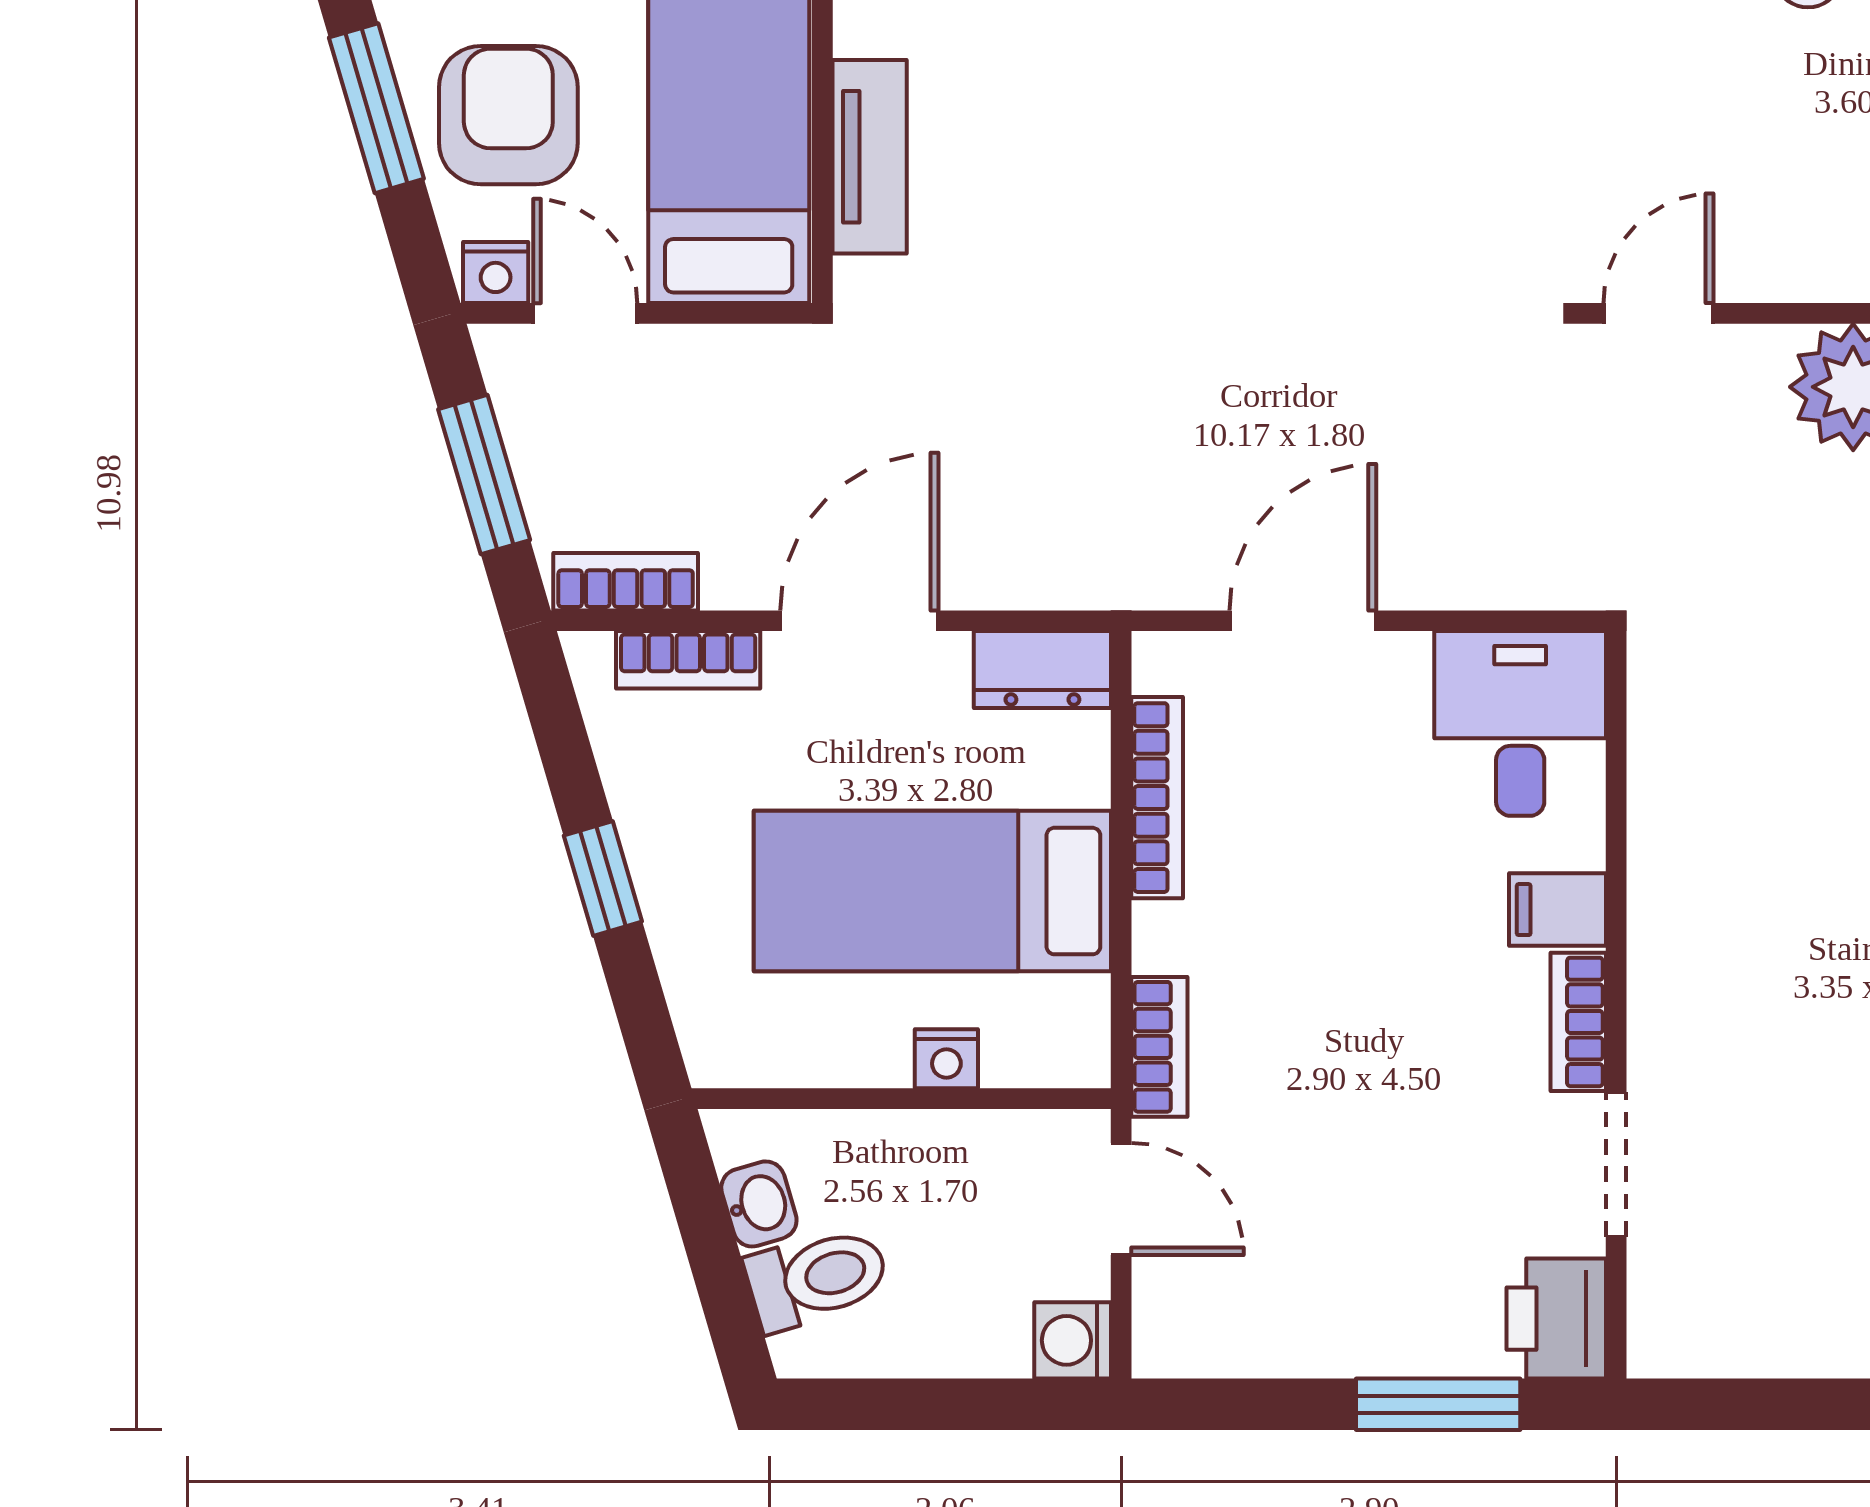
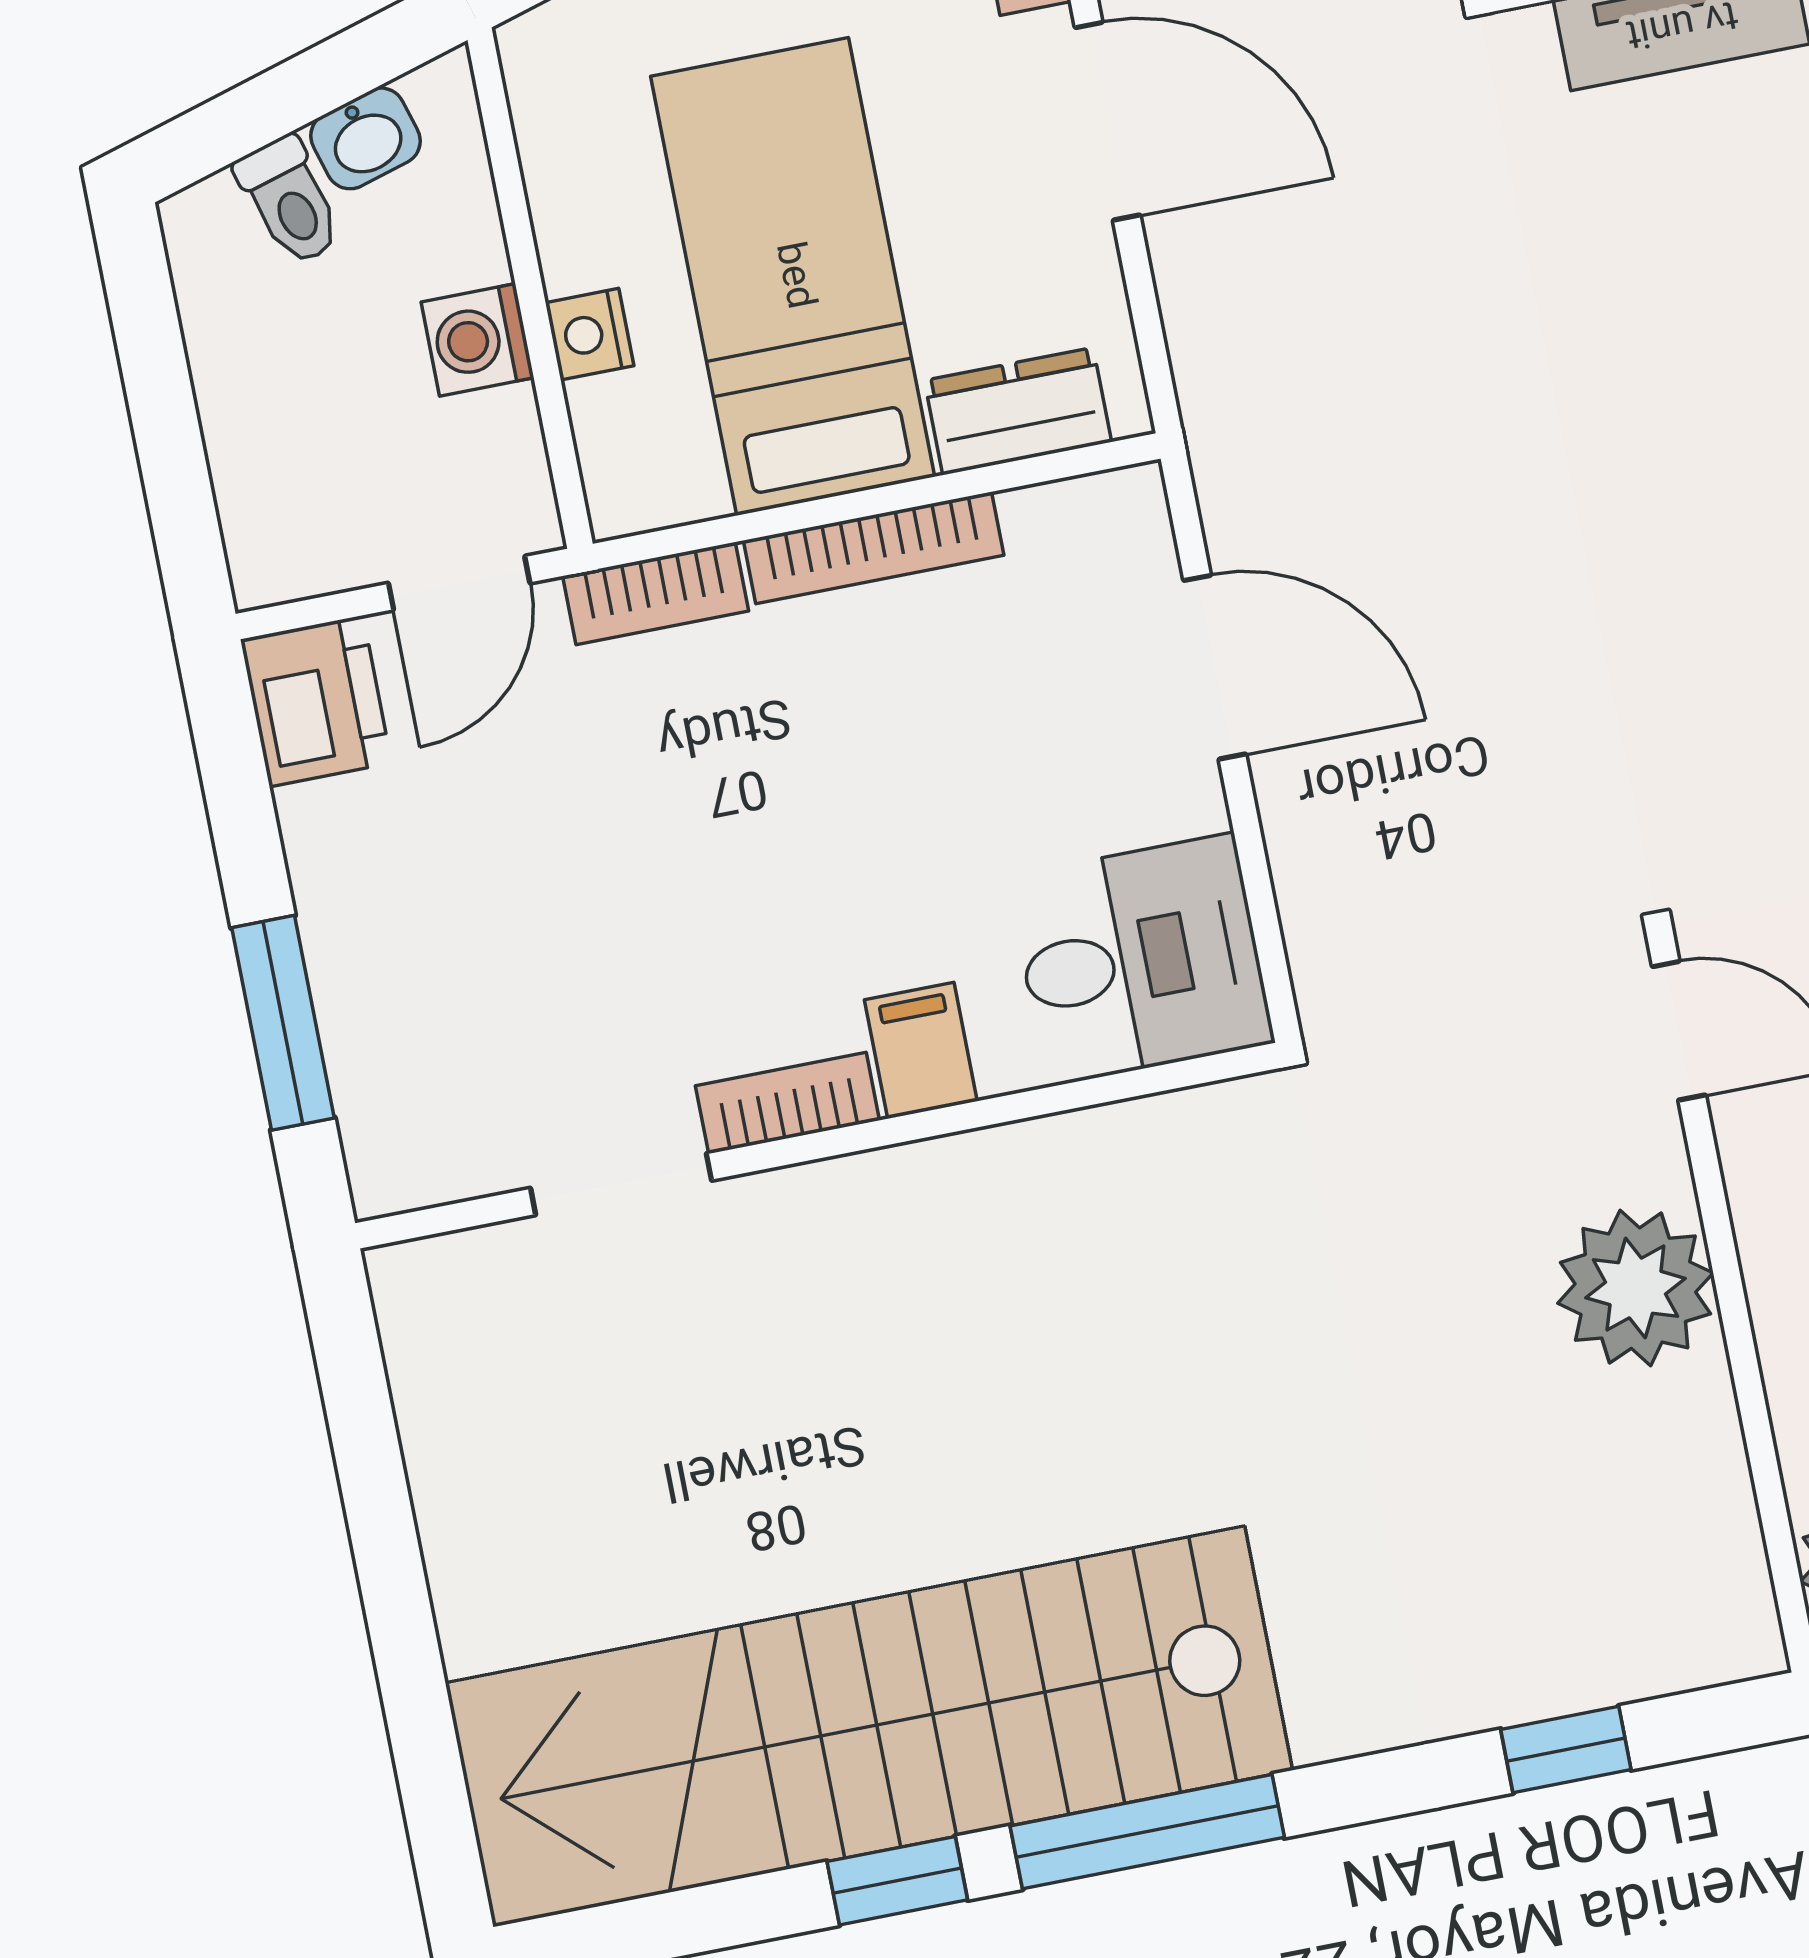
dresser: (1042, 670) -> (1018, 411), moved, turned 90
bookcase: (1157, 798) -> (874, 548), moved
toilet: (817, 1278) -> (290, 201), width x0.73, depth x0.72
printer: (1556, 1319) -> (316, 701), moved, turned 90
washing machine: (1073, 1340) -> (477, 340), moved, turned -90

